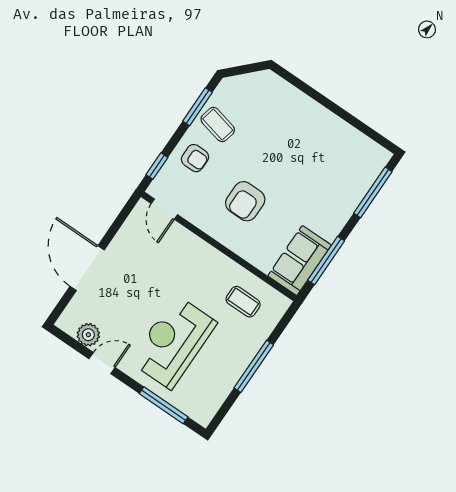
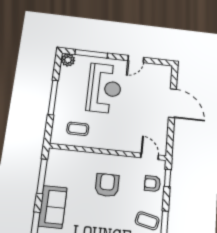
armchair: (195, 158) -> (152, 184), moved
sofa: (300, 260) -> (53, 207), moved
plant: (88, 335) -> (68, 60), moved

